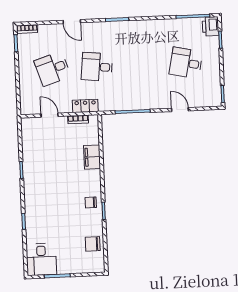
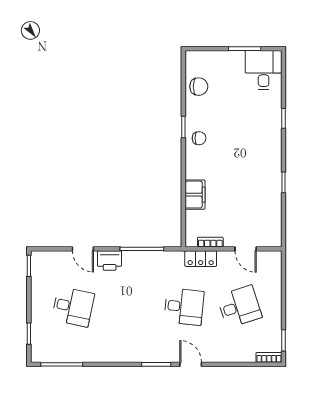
door: (72, 22) -> (191, 364), moved
printer: (210, 26) -> (110, 260), moved, turned 90

